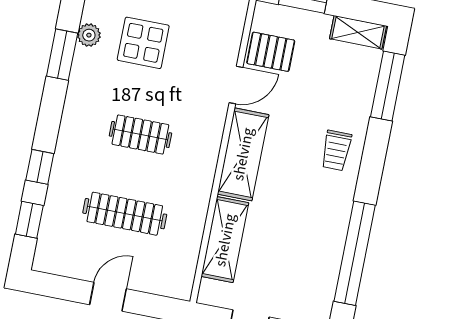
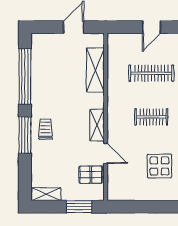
door: (236, 85) -> (106, 153), swing flipped
window: (388, 86) -> (25, 135), moved
shelving: (243, 154) -> (97, 125), width x0.67, depth x0.75

